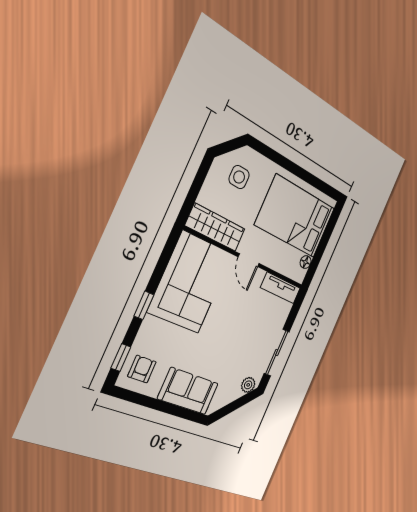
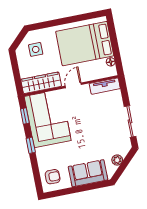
door: (249, 260) -> (73, 85), swing flipped
window: (121, 358) -> (25, 116), moved
armchair: (142, 369) -> (53, 177), turned 90
plant: (248, 385) -> (117, 160), moved

